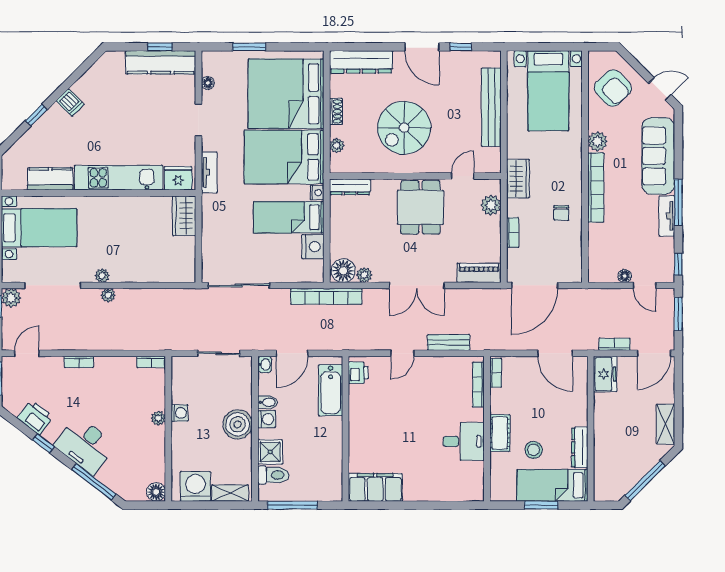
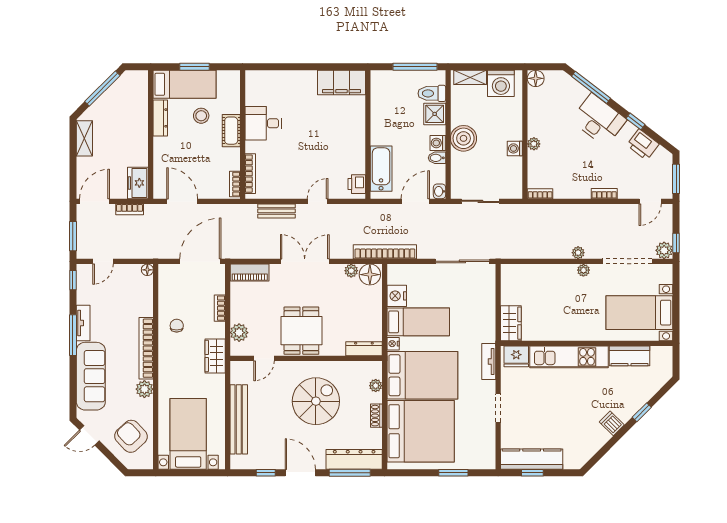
window: (366, 47) -> (350, 473), added
floor lamp: (208, 83) -> (490, 441), removed
floor lamp: (625, 276) -> (147, 270), moved
door: (644, 285) -> (103, 261), swing flipped

